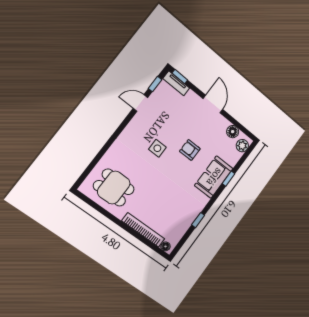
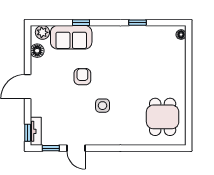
armchair: (190, 150) -> (82, 77), turned 180
sofa: (214, 177) -> (71, 37), moved
bookcase: (143, 230) -> (180, 65), removed

